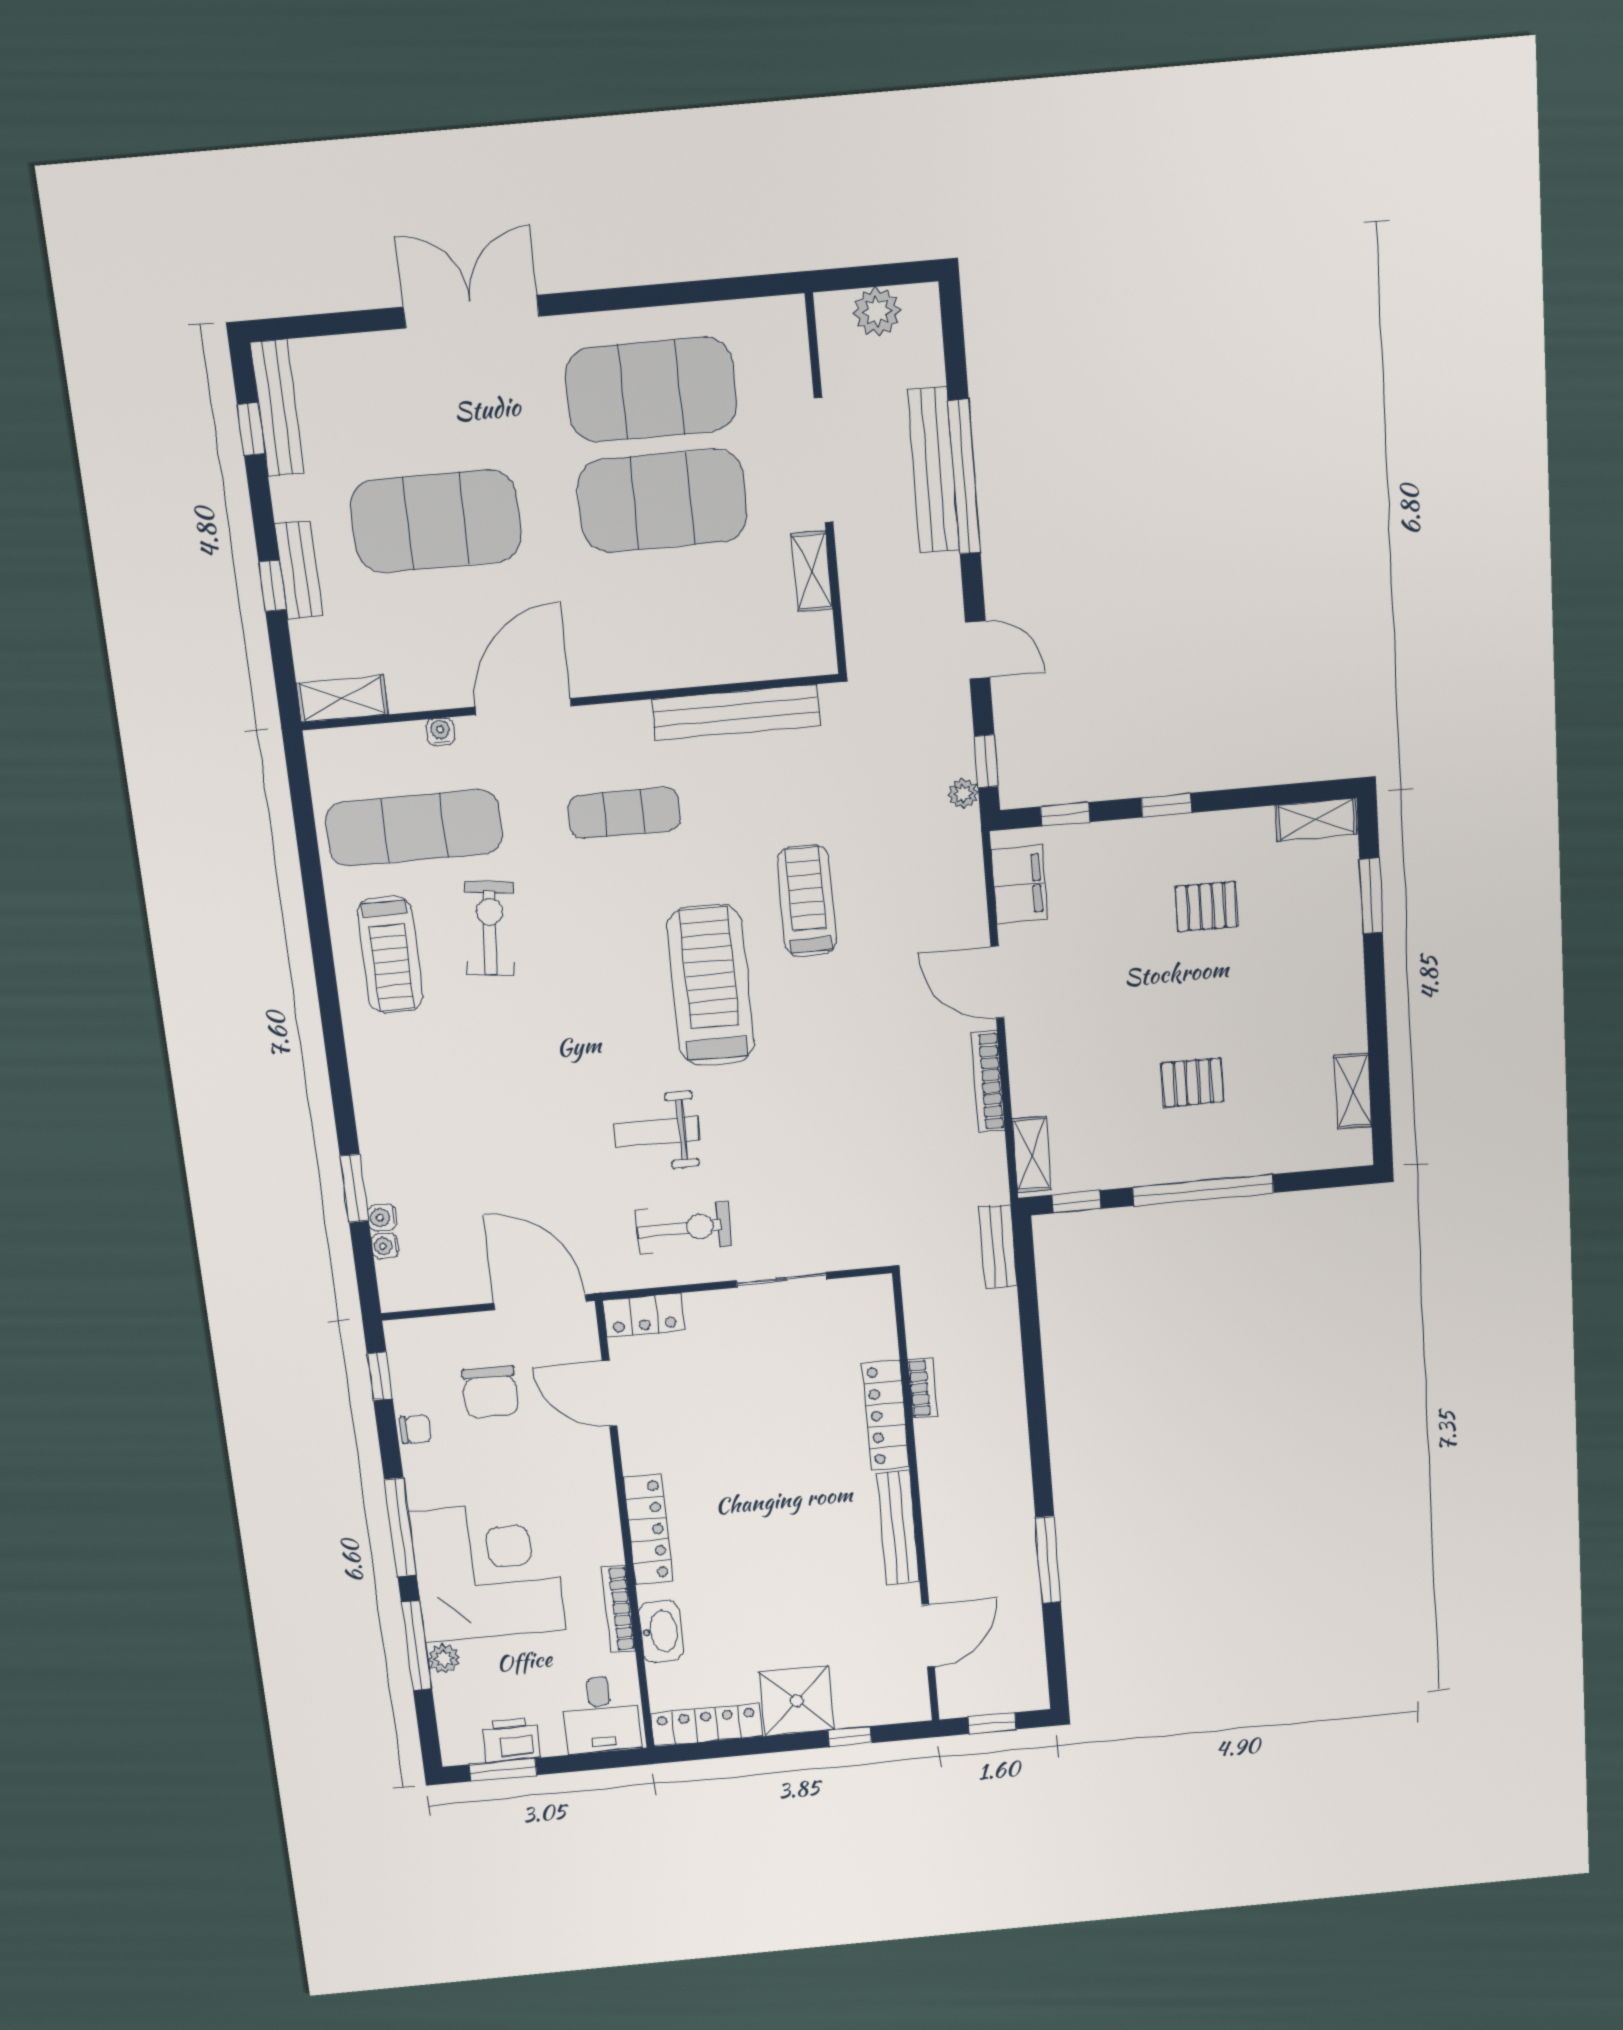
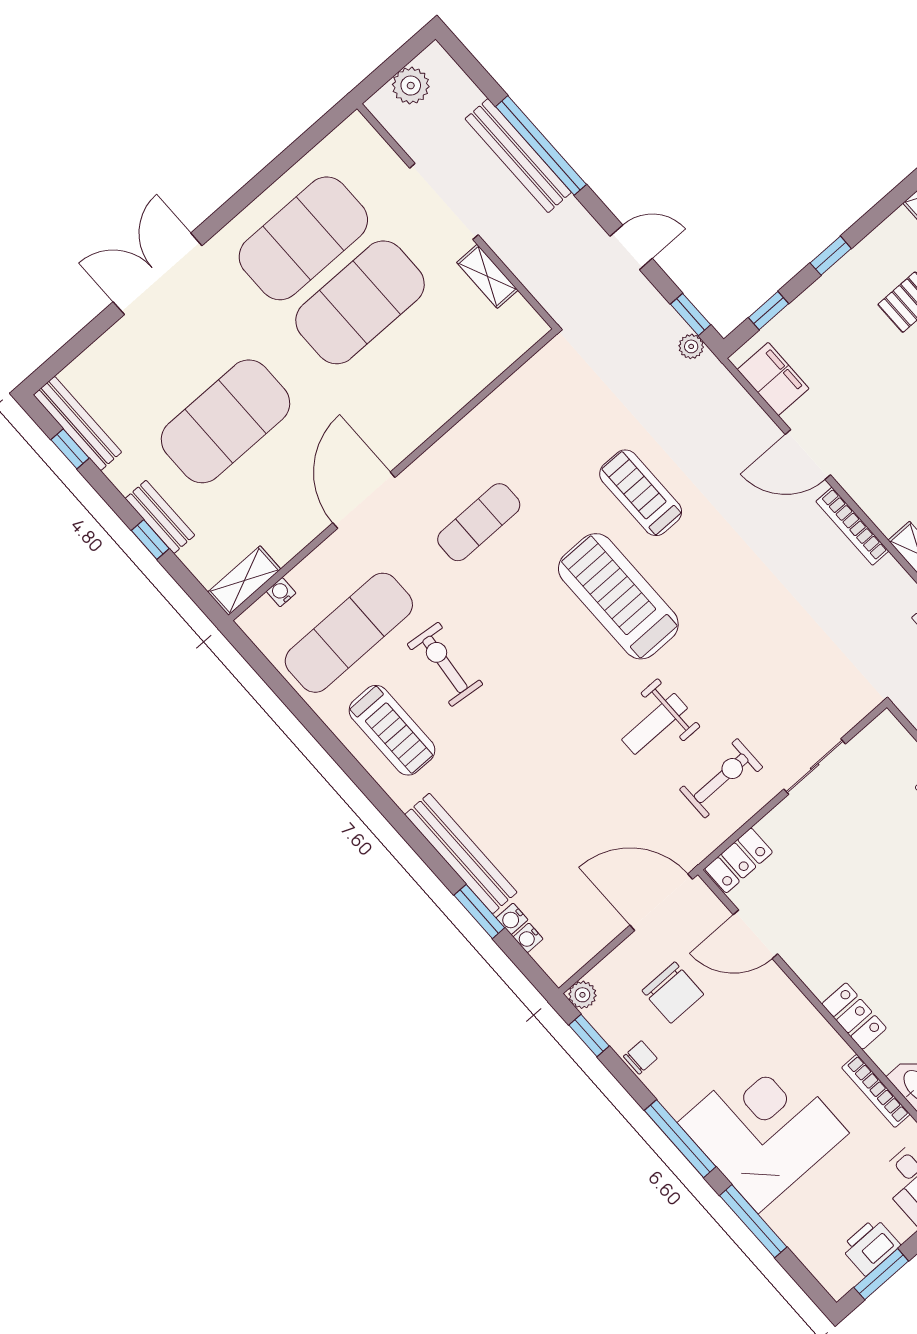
bench: (736, 712) -> (461, 853), moved, turned 90
water cooler: (440, 732) -> (281, 592), moved
locker: (648, 1530) -> (854, 1016), width x0.66
plant: (444, 1659) -> (582, 995), moved

